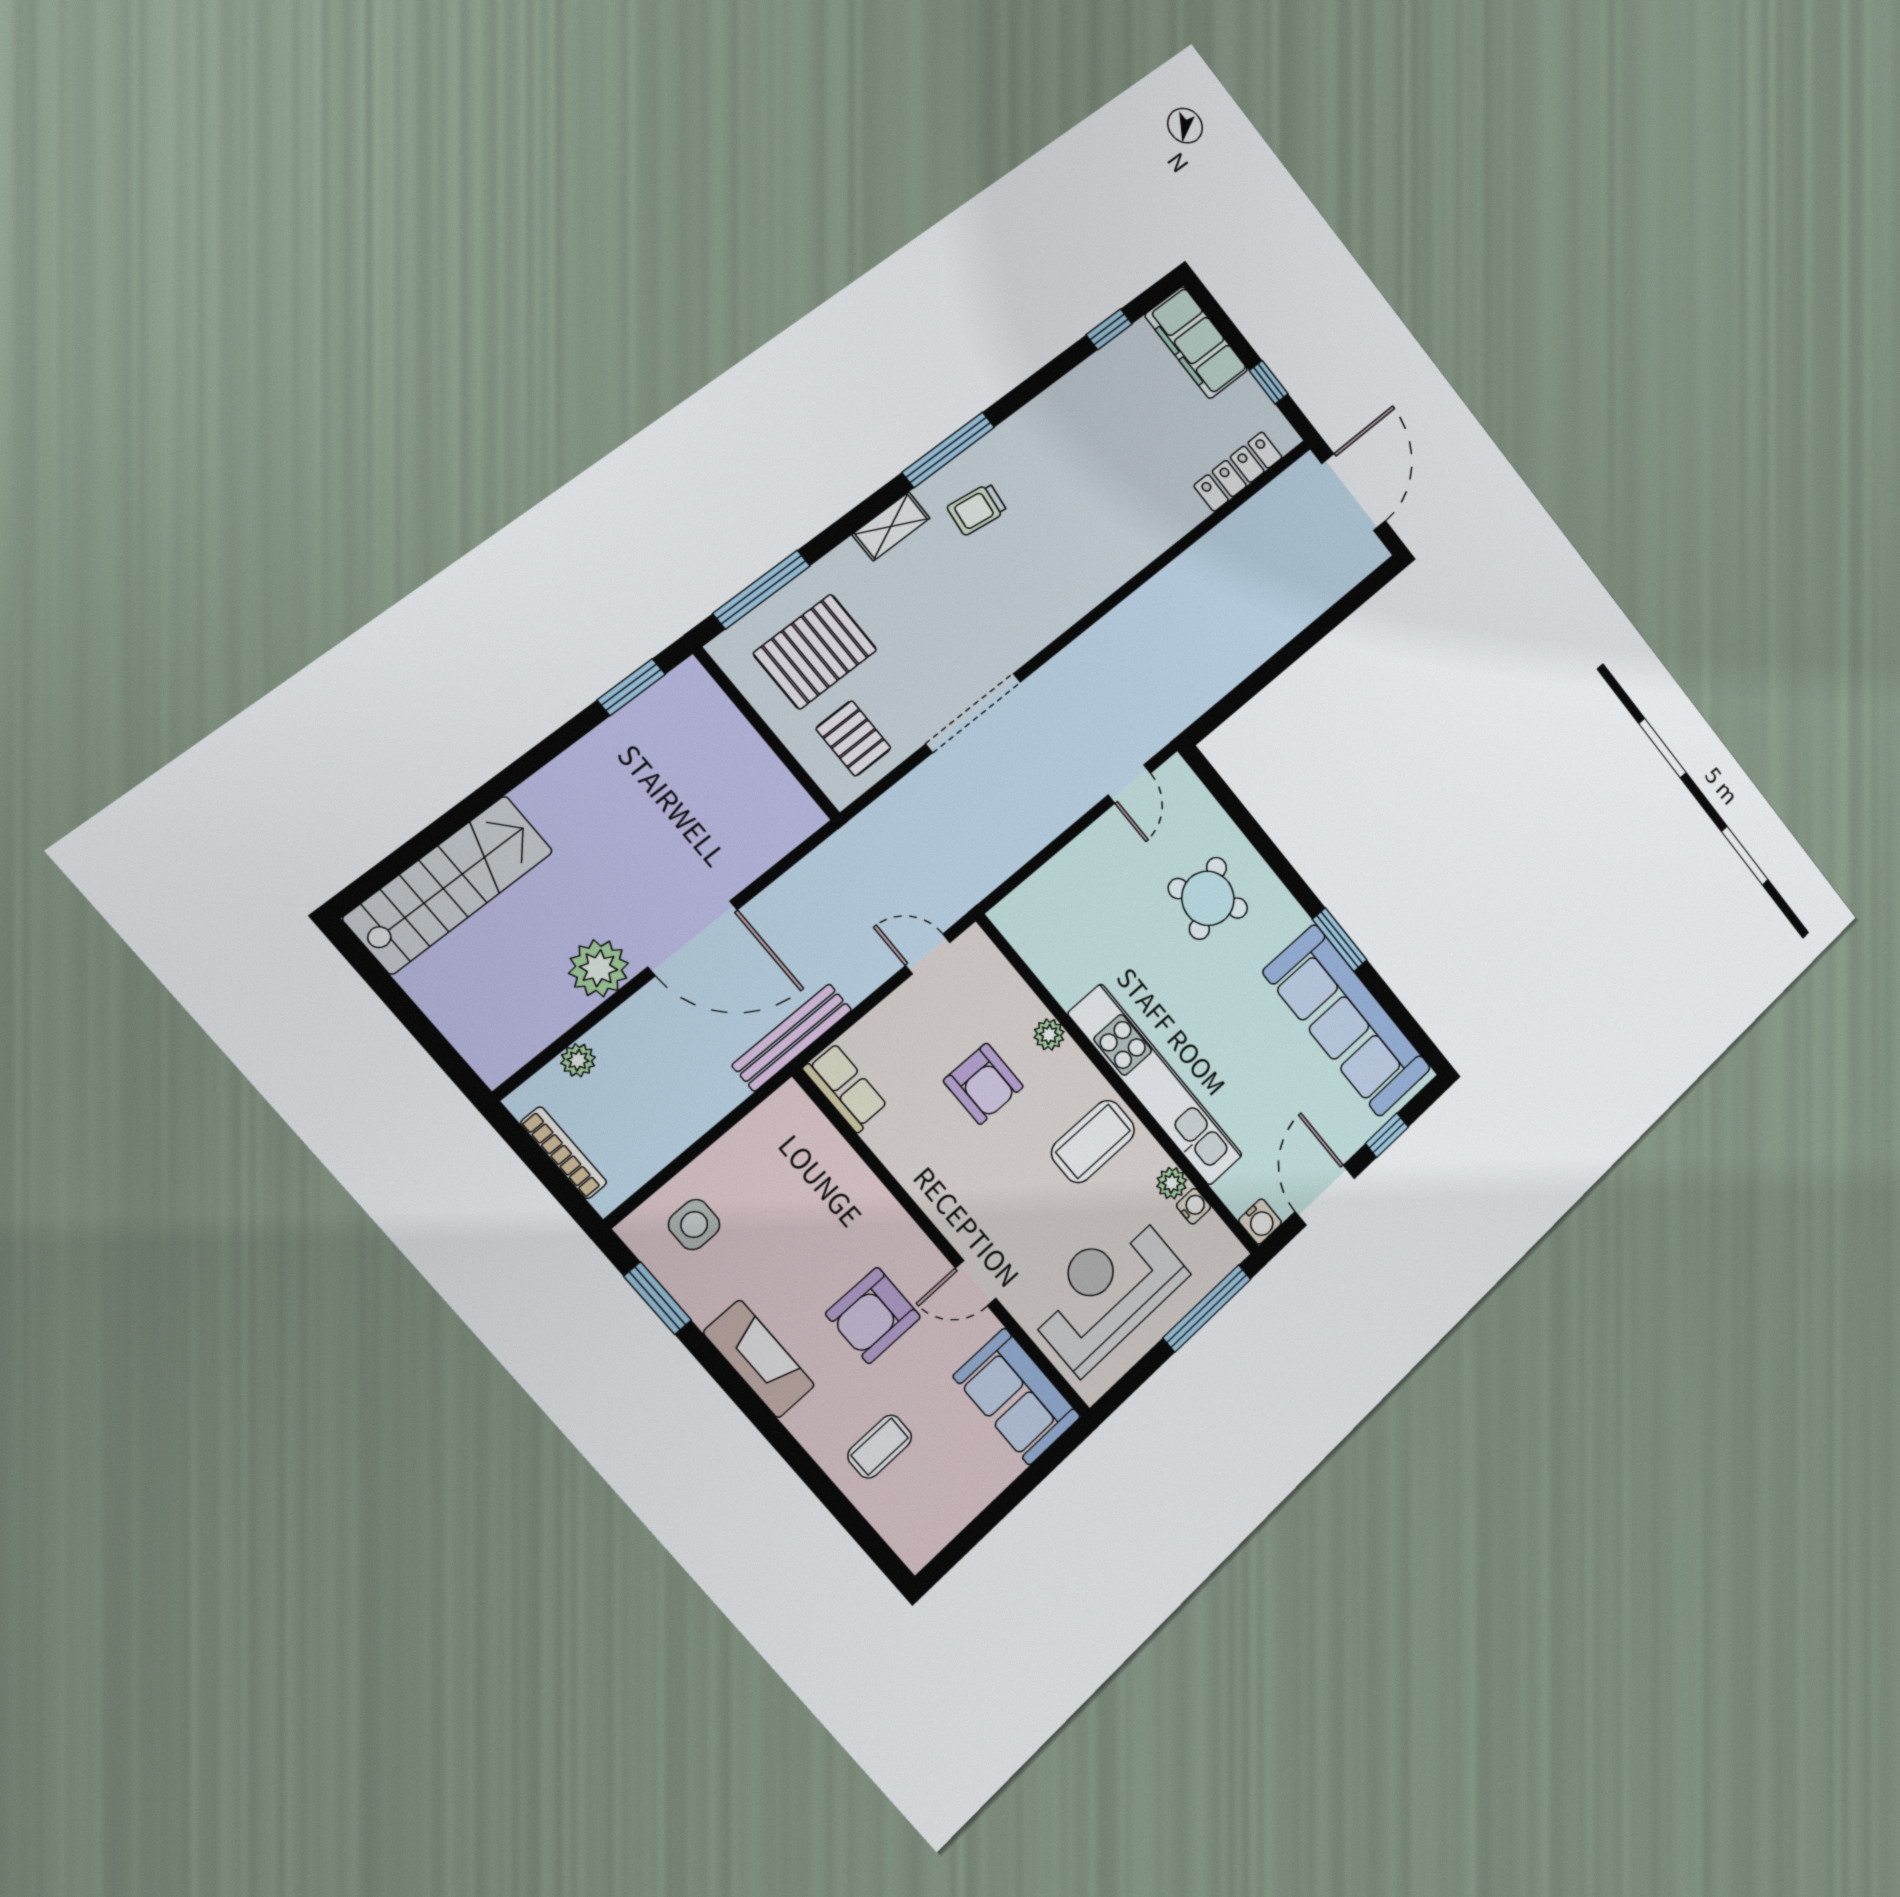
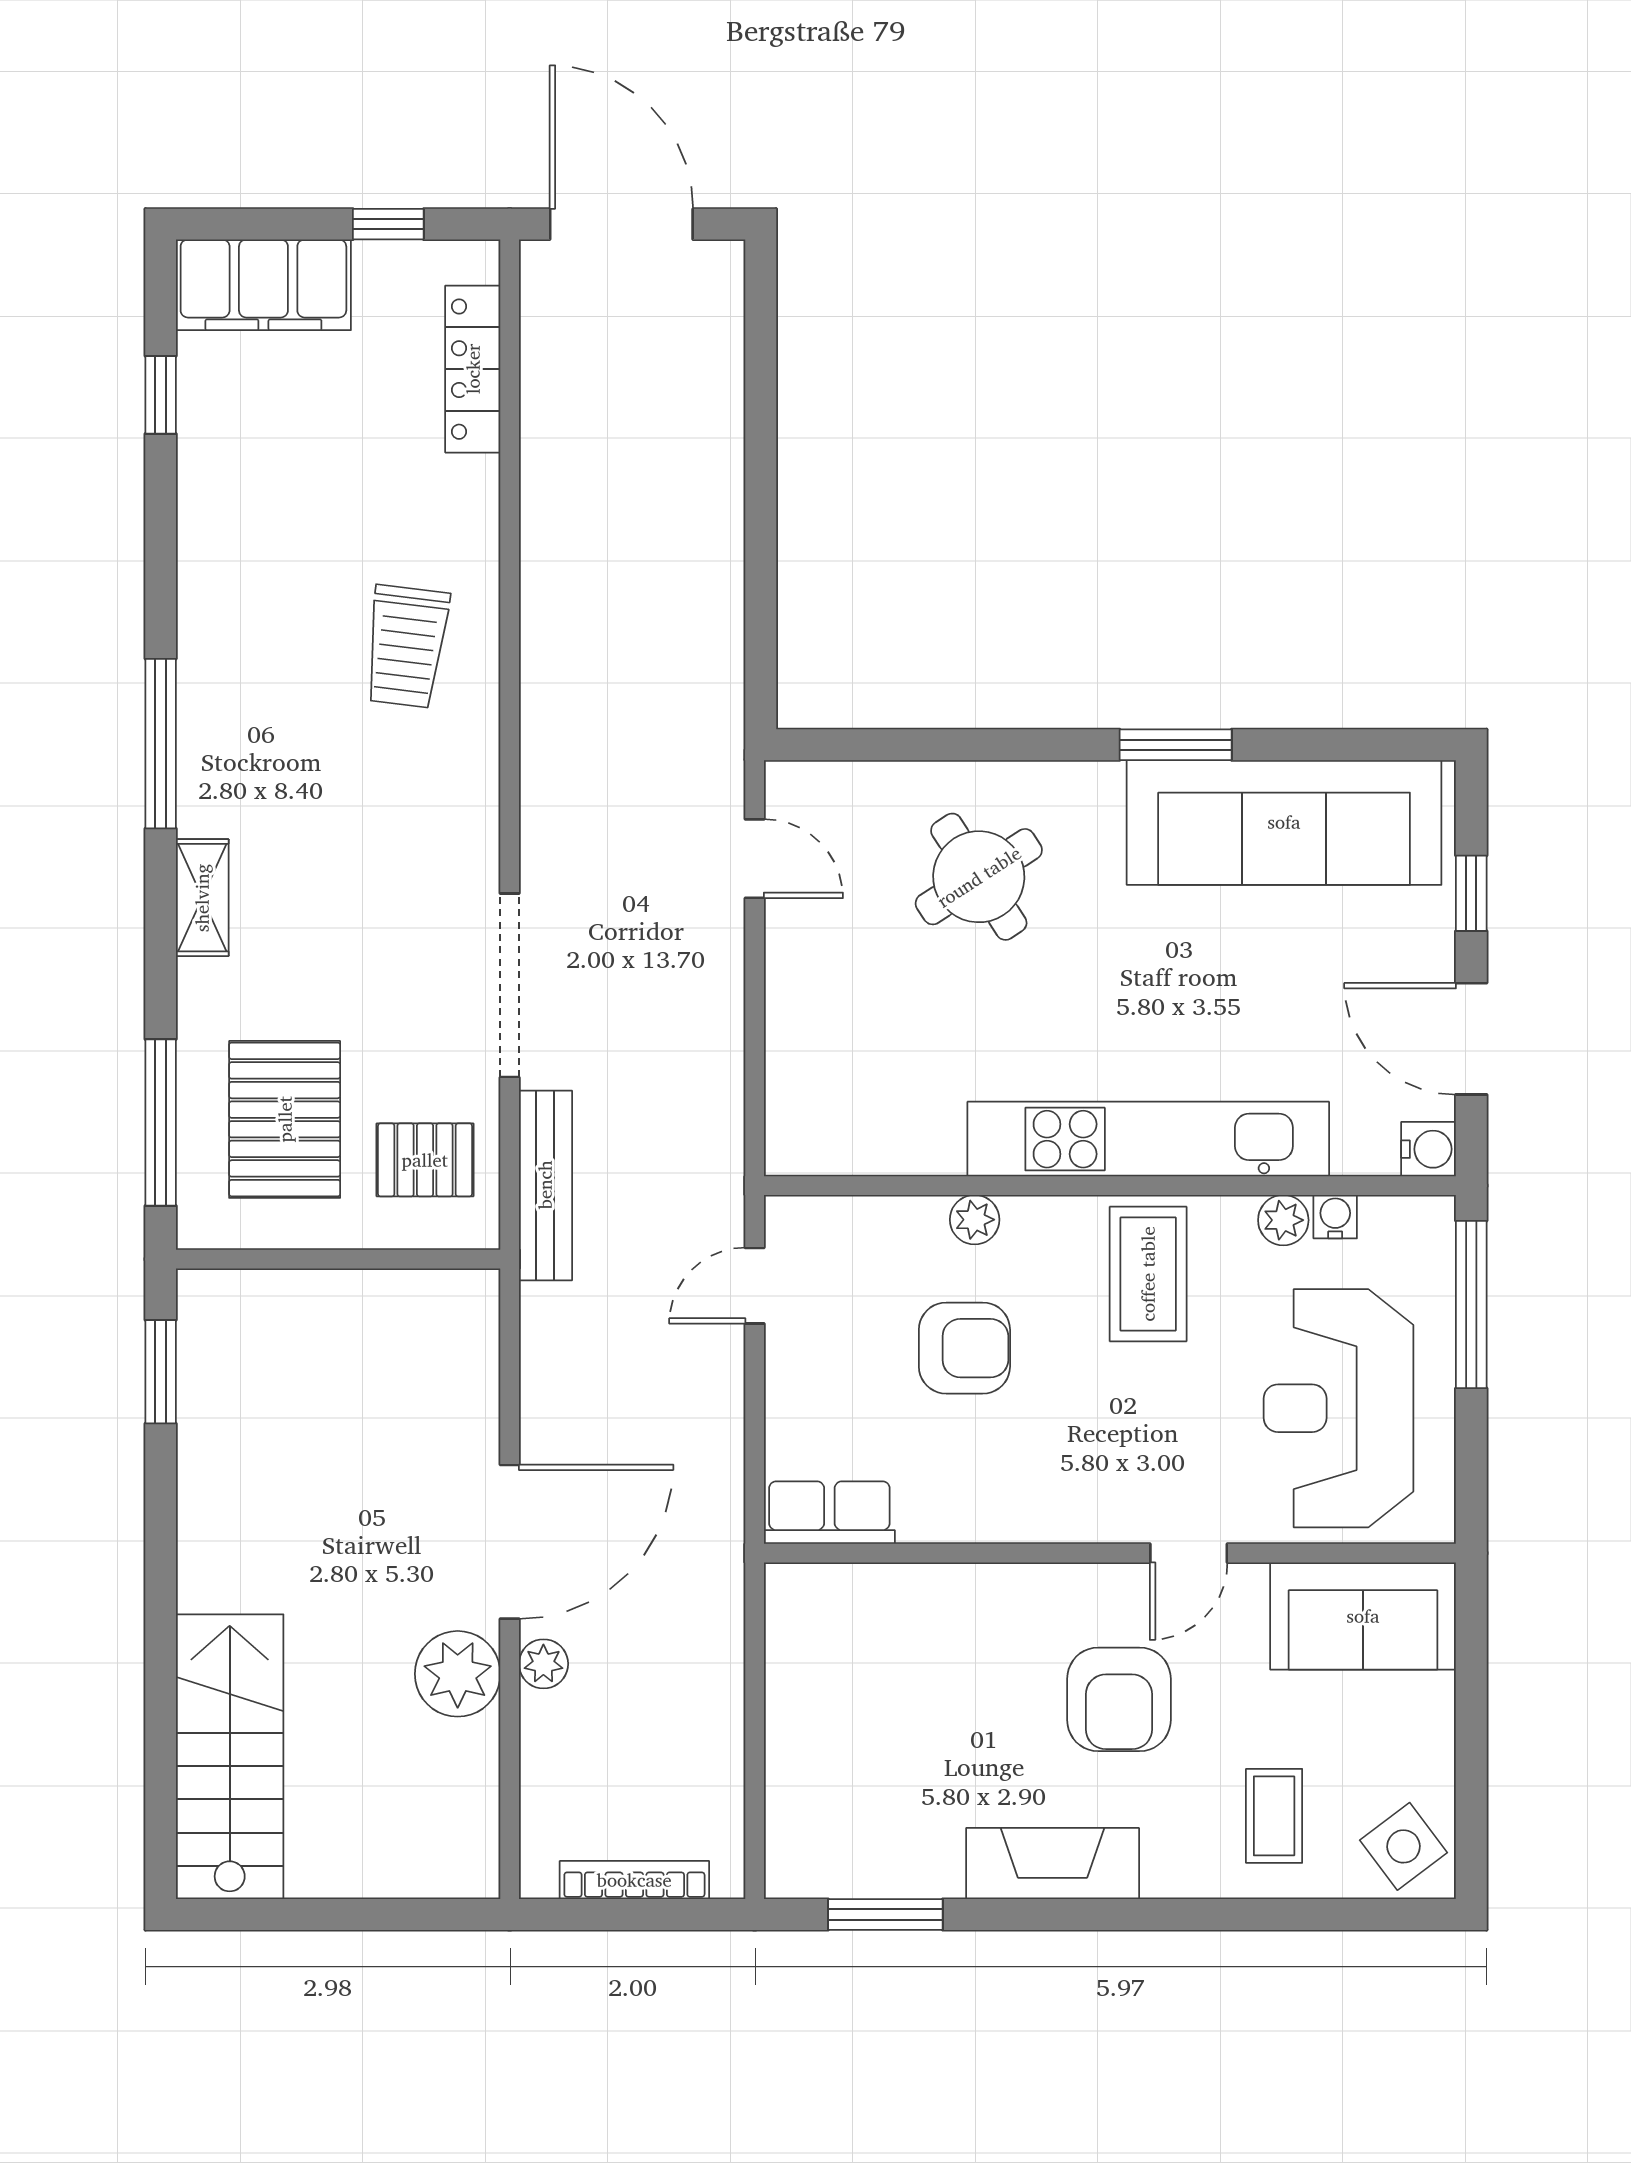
trolley: (977, 509) -> (406, 646), moved, width x1.36, depth x1.39
bench: (792, 1037) -> (545, 1185), moved
plant: (578, 1060) -> (543, 1664), moved
side table: (694, 1225) -> (1404, 1846), moved, turned -37

